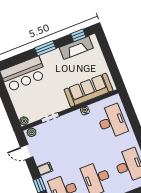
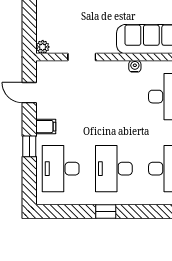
plant: (32, 132) -> (47, 67), removed

